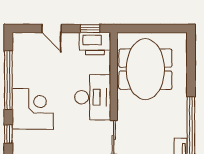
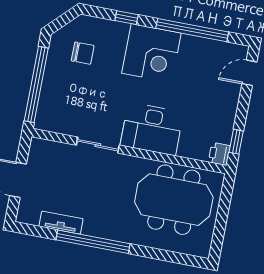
door: (52, 28) -> (249, 73), moved
printer: (95, 44) -> (219, 154), width x0.53, depth x0.68

